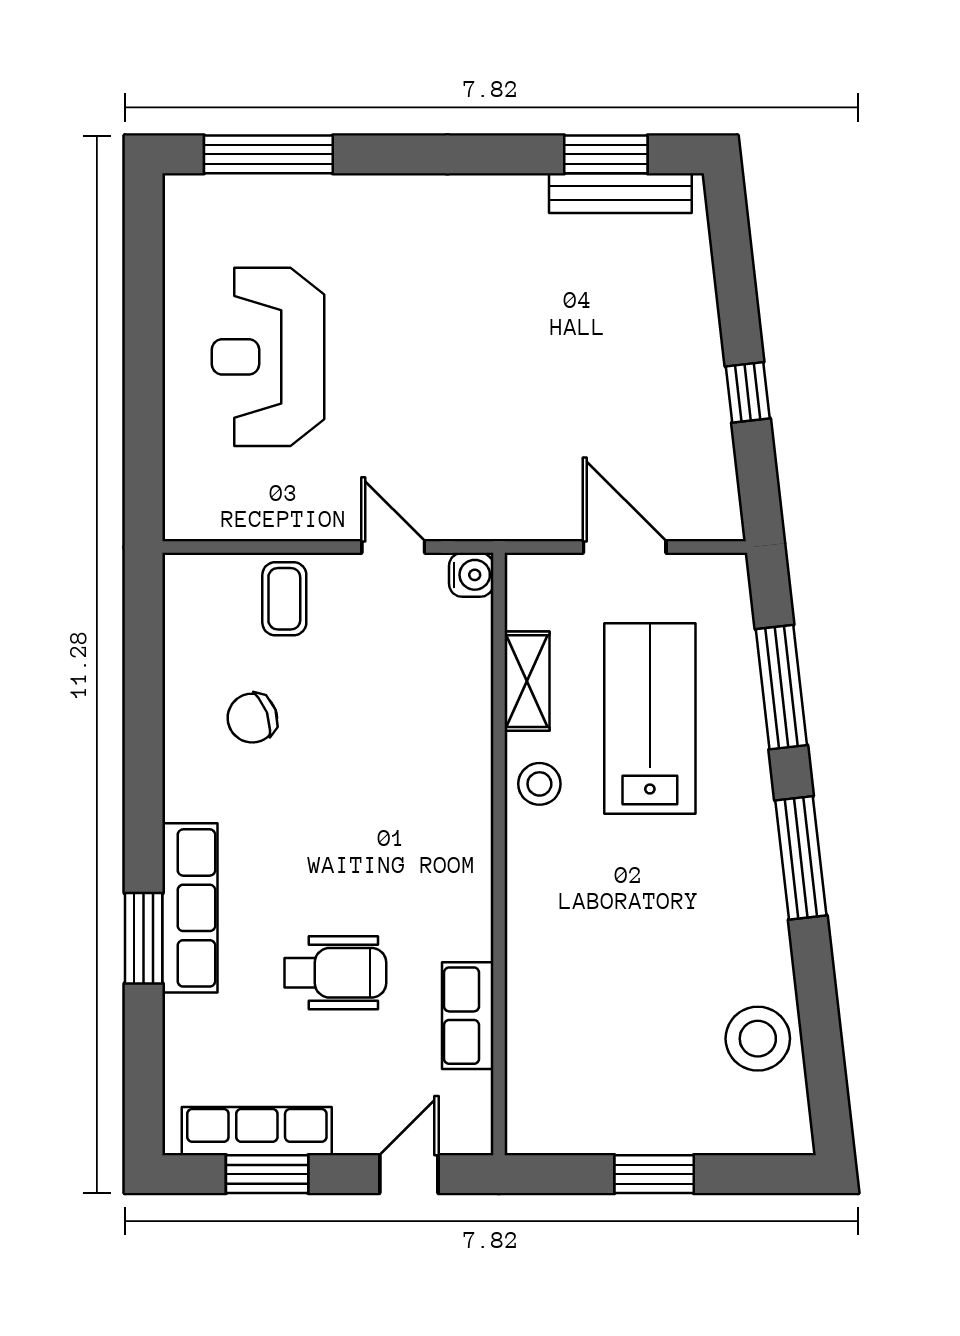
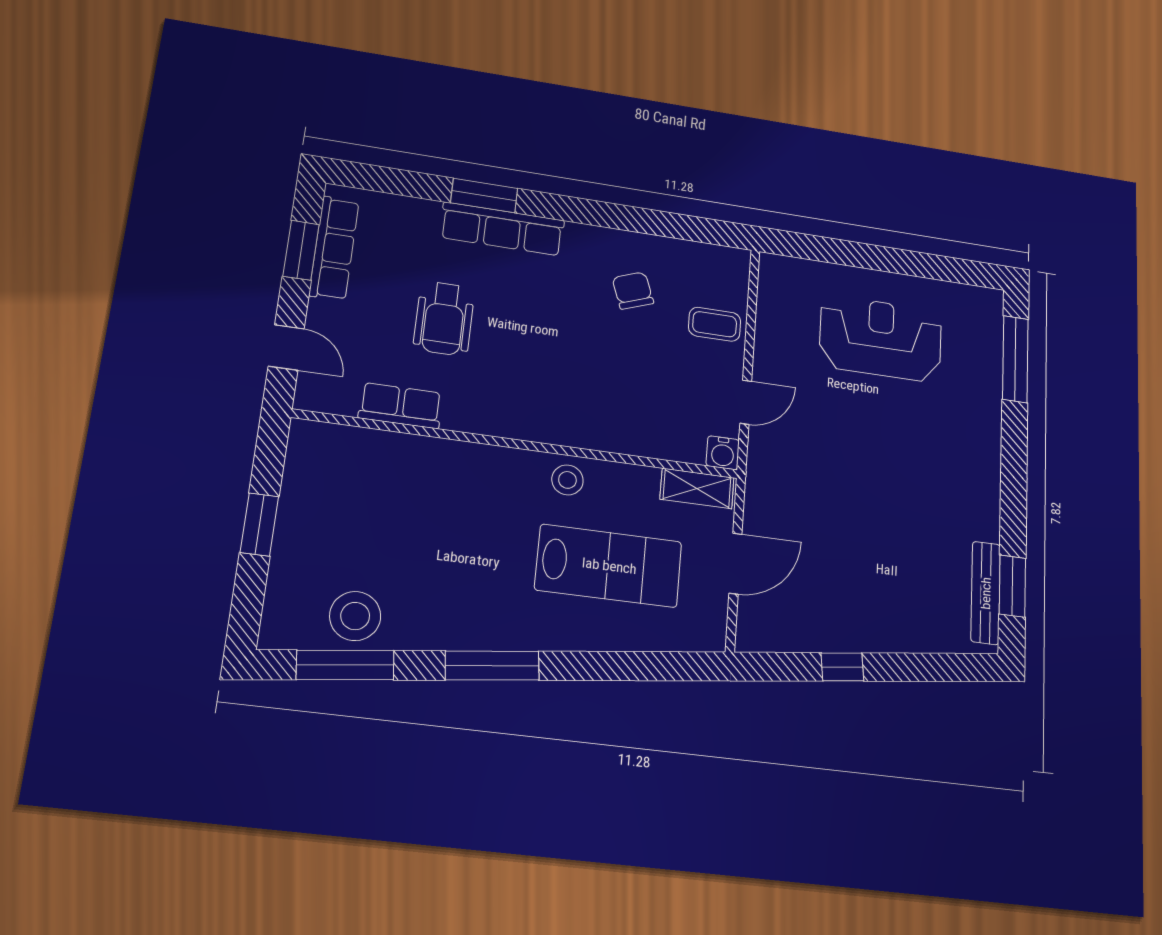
shelving: (527, 681) -> (697, 488), moved
window: (781, 687) -> (345, 665), moved

